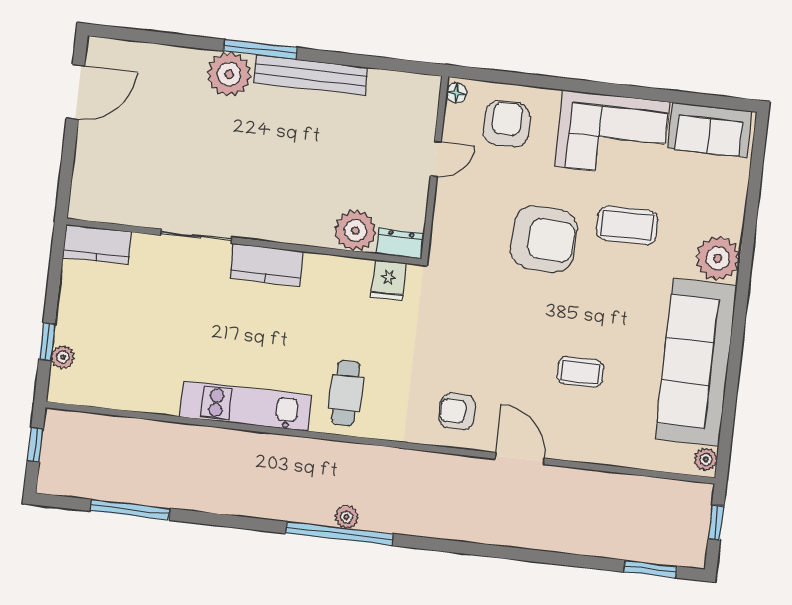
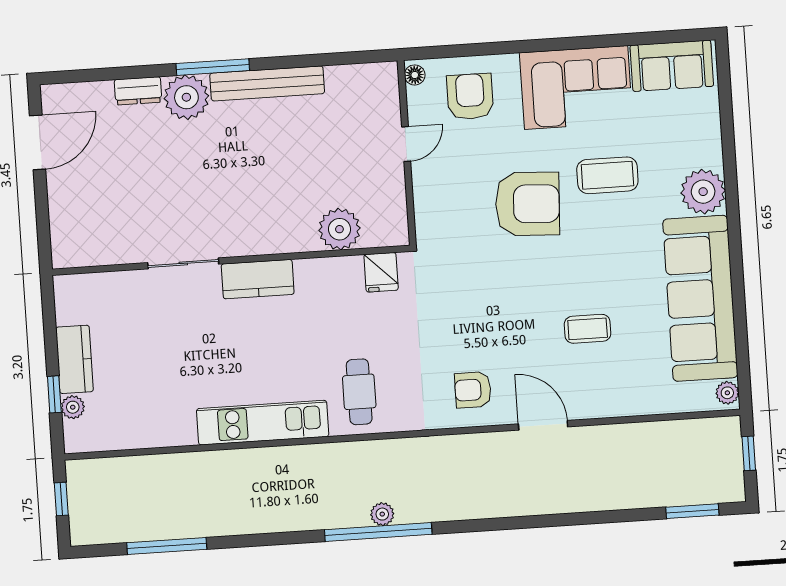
dresser: (400, 244) -> (138, 91), moved, turned 180
kitchen counter: (97, 245) -> (75, 359), moved, turned -90

